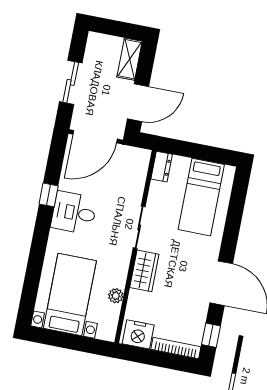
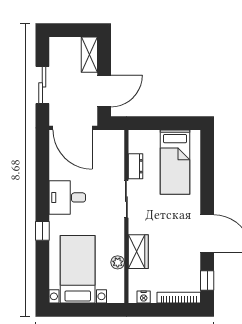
door: (95, 137) -> (73, 128), hinge flipped
dresser: (162, 167) -> (135, 166), moved
window: (49, 195) -> (42, 231), moved
wardrobe: (144, 271) -> (138, 252), moved
nightstand: (138, 334) -> (144, 297), width x0.53, depth x0.56

